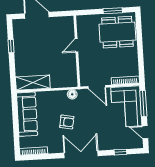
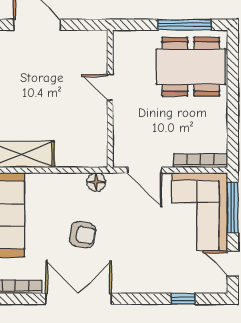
window: (113, 11) -> (184, 25), width x1.44
door: (76, 45) -> (110, 87), hinge flipped
double door: (81, 154) -> (79, 299), moved

